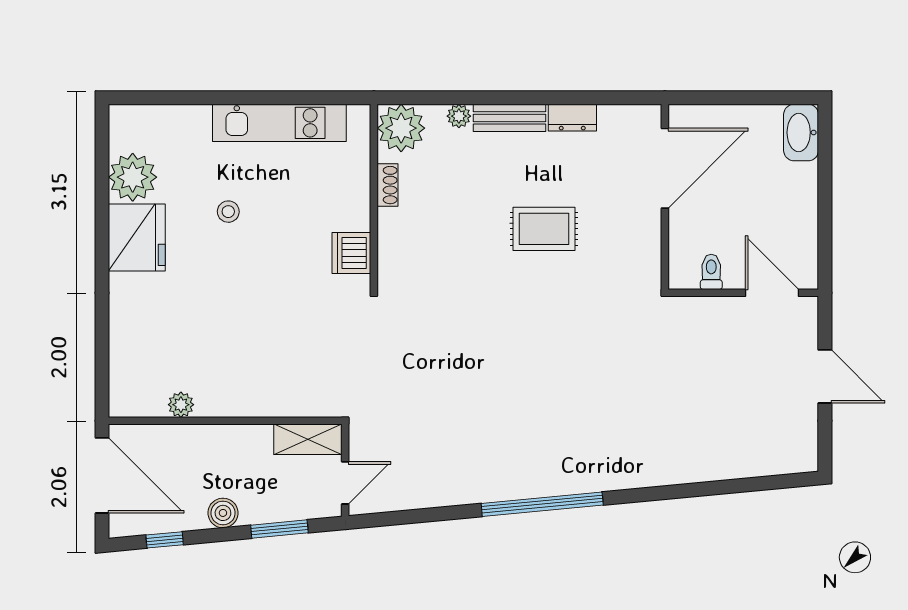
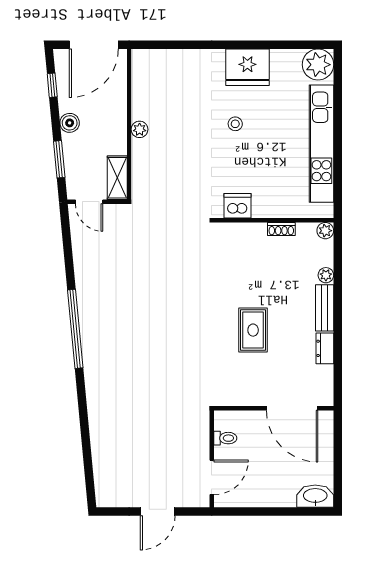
kitchen unit: (279, 123) -> (321, 144), width x1.36
plant: (401, 128) -> (325, 231), width x0.53, depth x0.53
plant: (133, 177) -> (318, 65), moved
stool: (228, 212) -> (235, 124), moved
plant: (181, 405) -> (140, 129), moved

